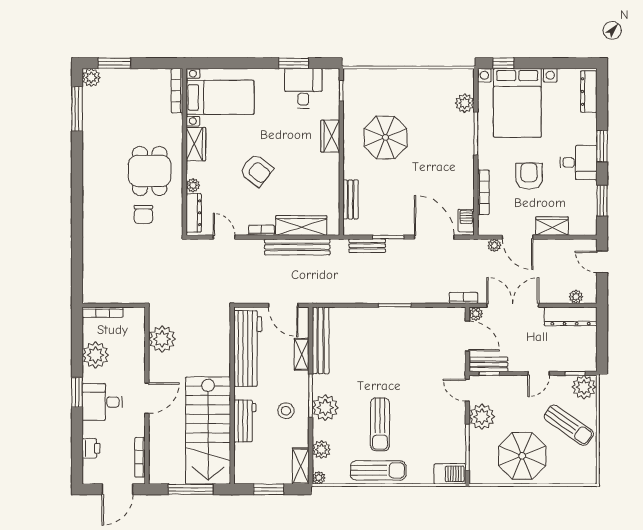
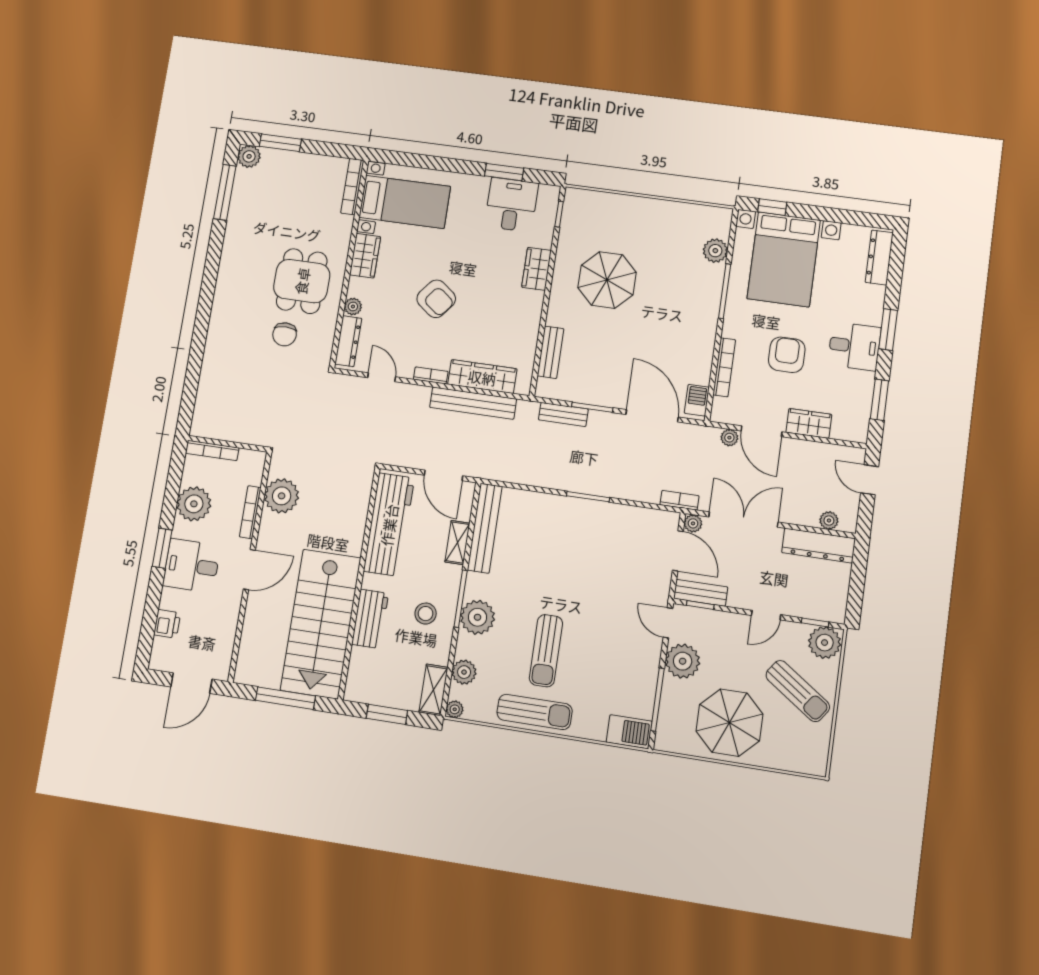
bookcase: (140, 457) -> (250, 512), moved

